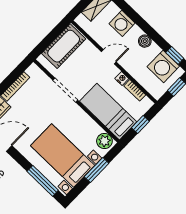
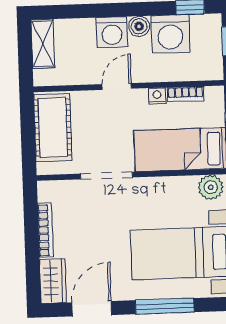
washing machine: (122, 23) -> (112, 32), moved
washing machine: (163, 66) -> (170, 34), moved
window: (43, 181) -> (165, 306), moved

